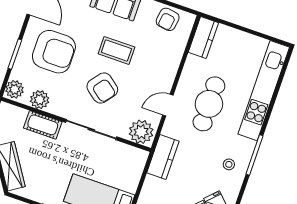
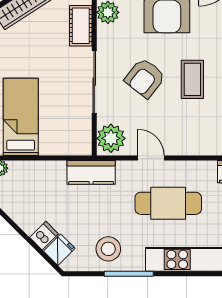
stool: (229, 164) -> (108, 249), width x1.89, depth x1.89

